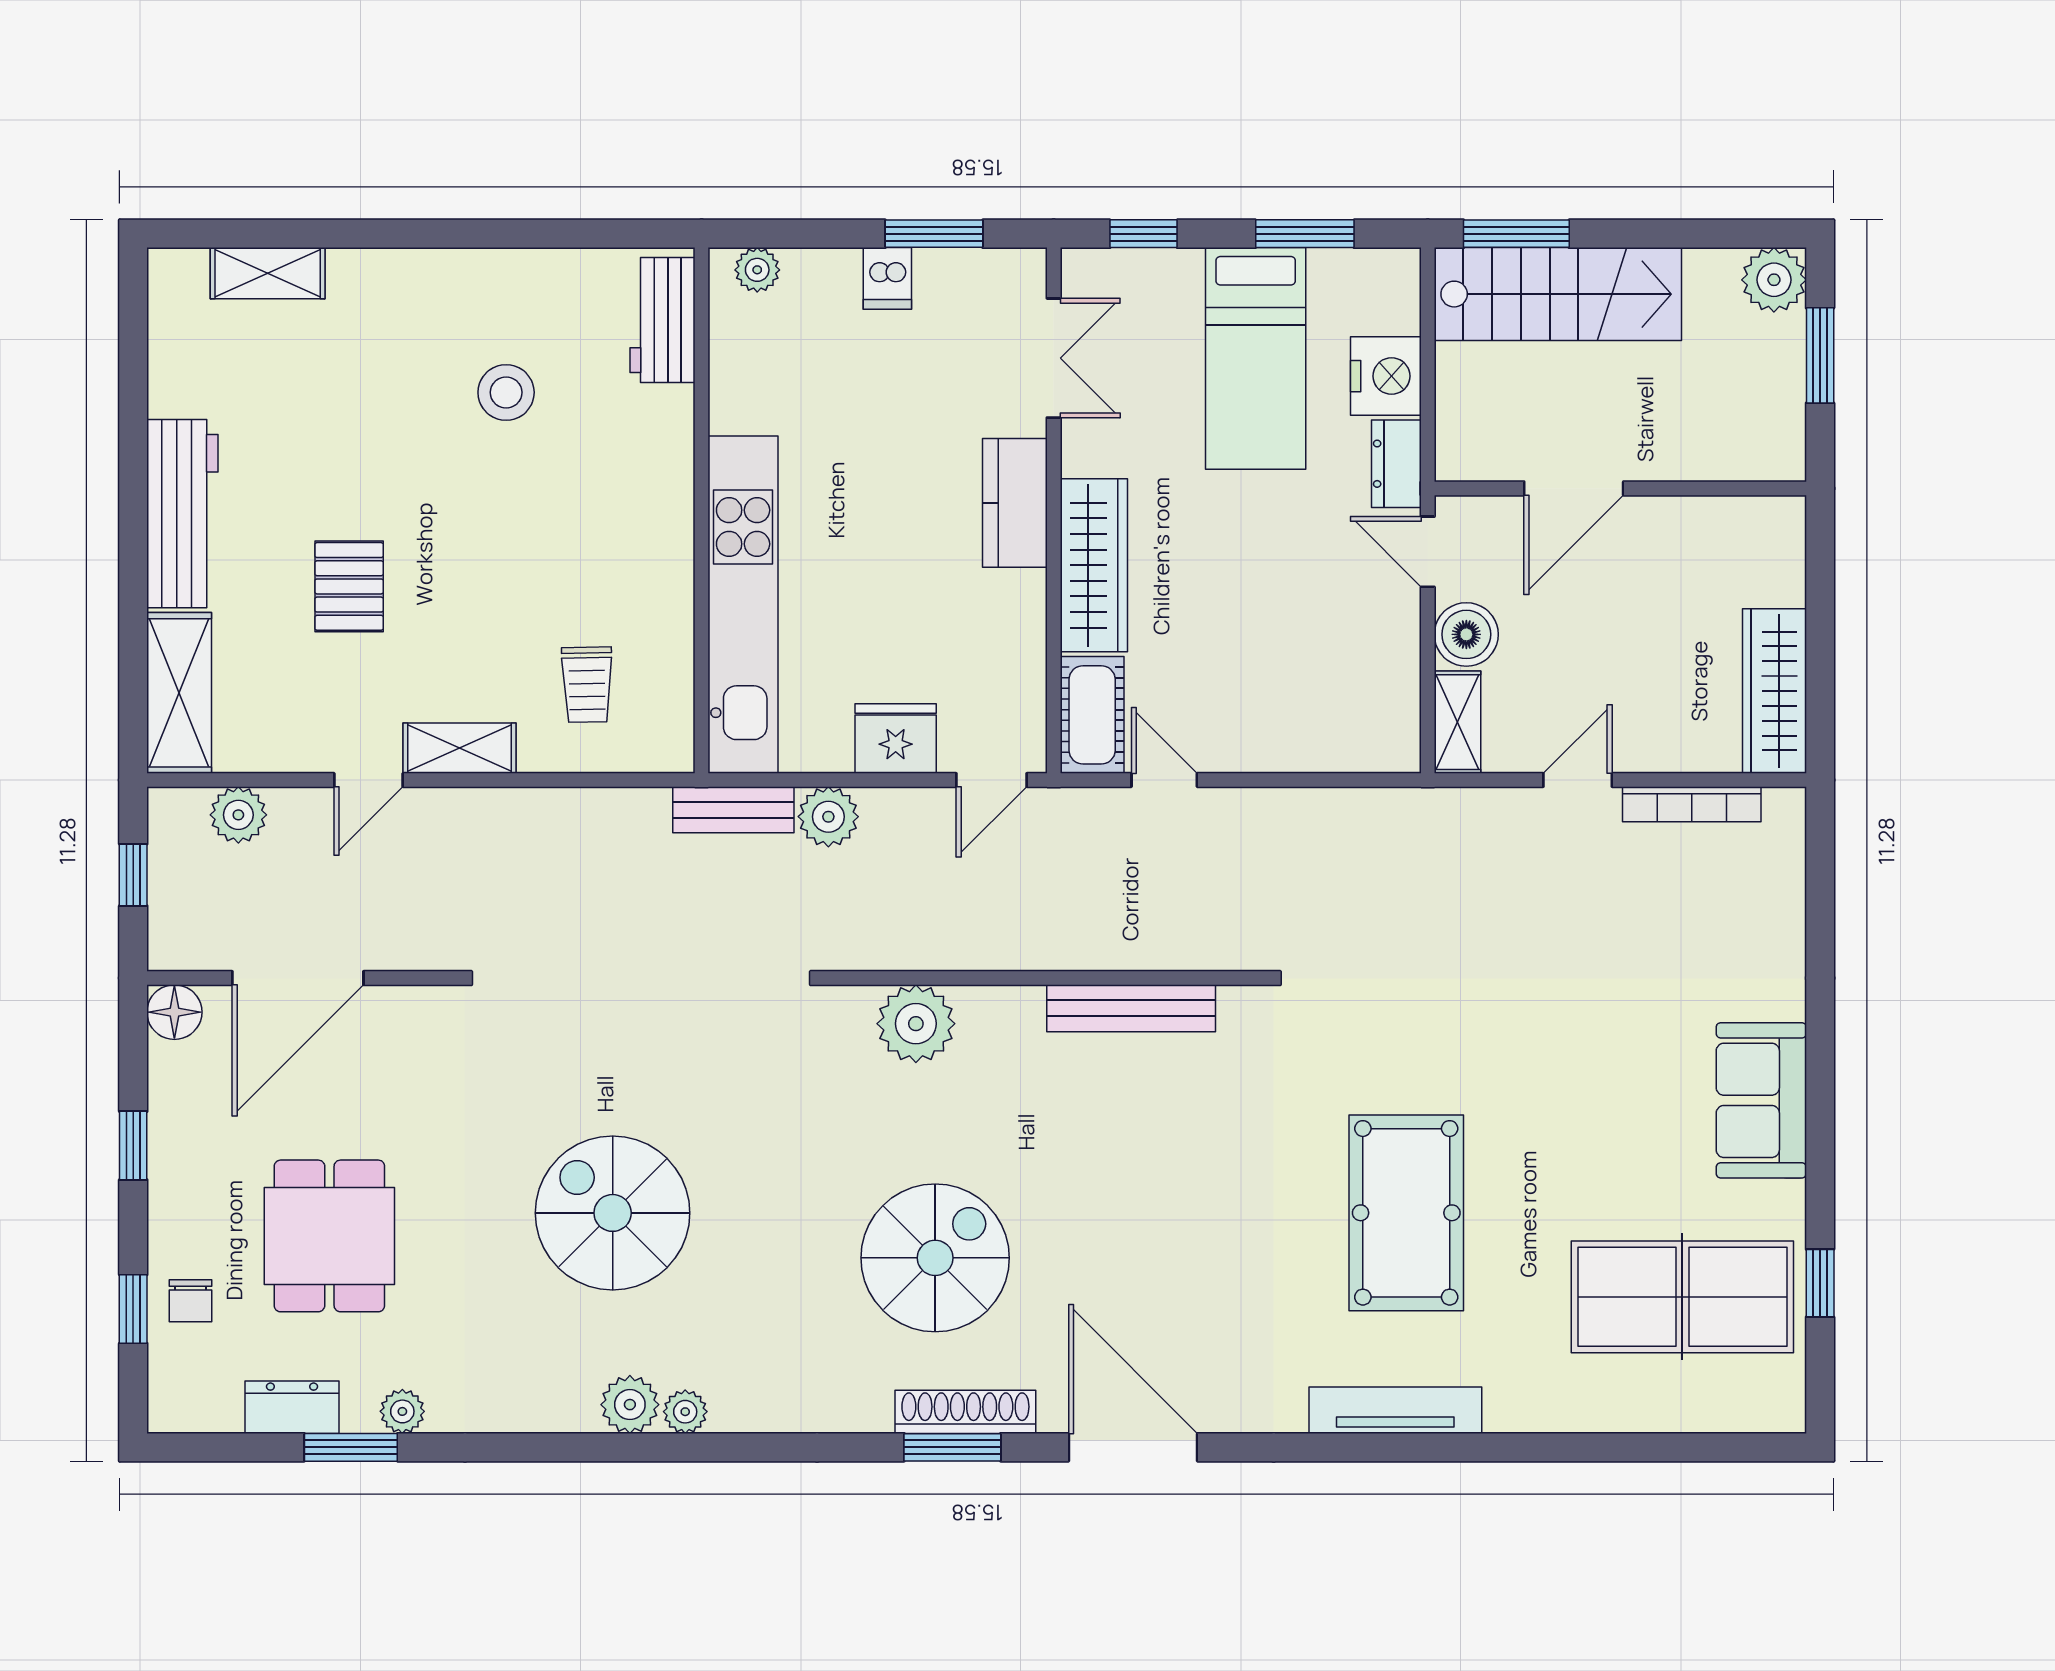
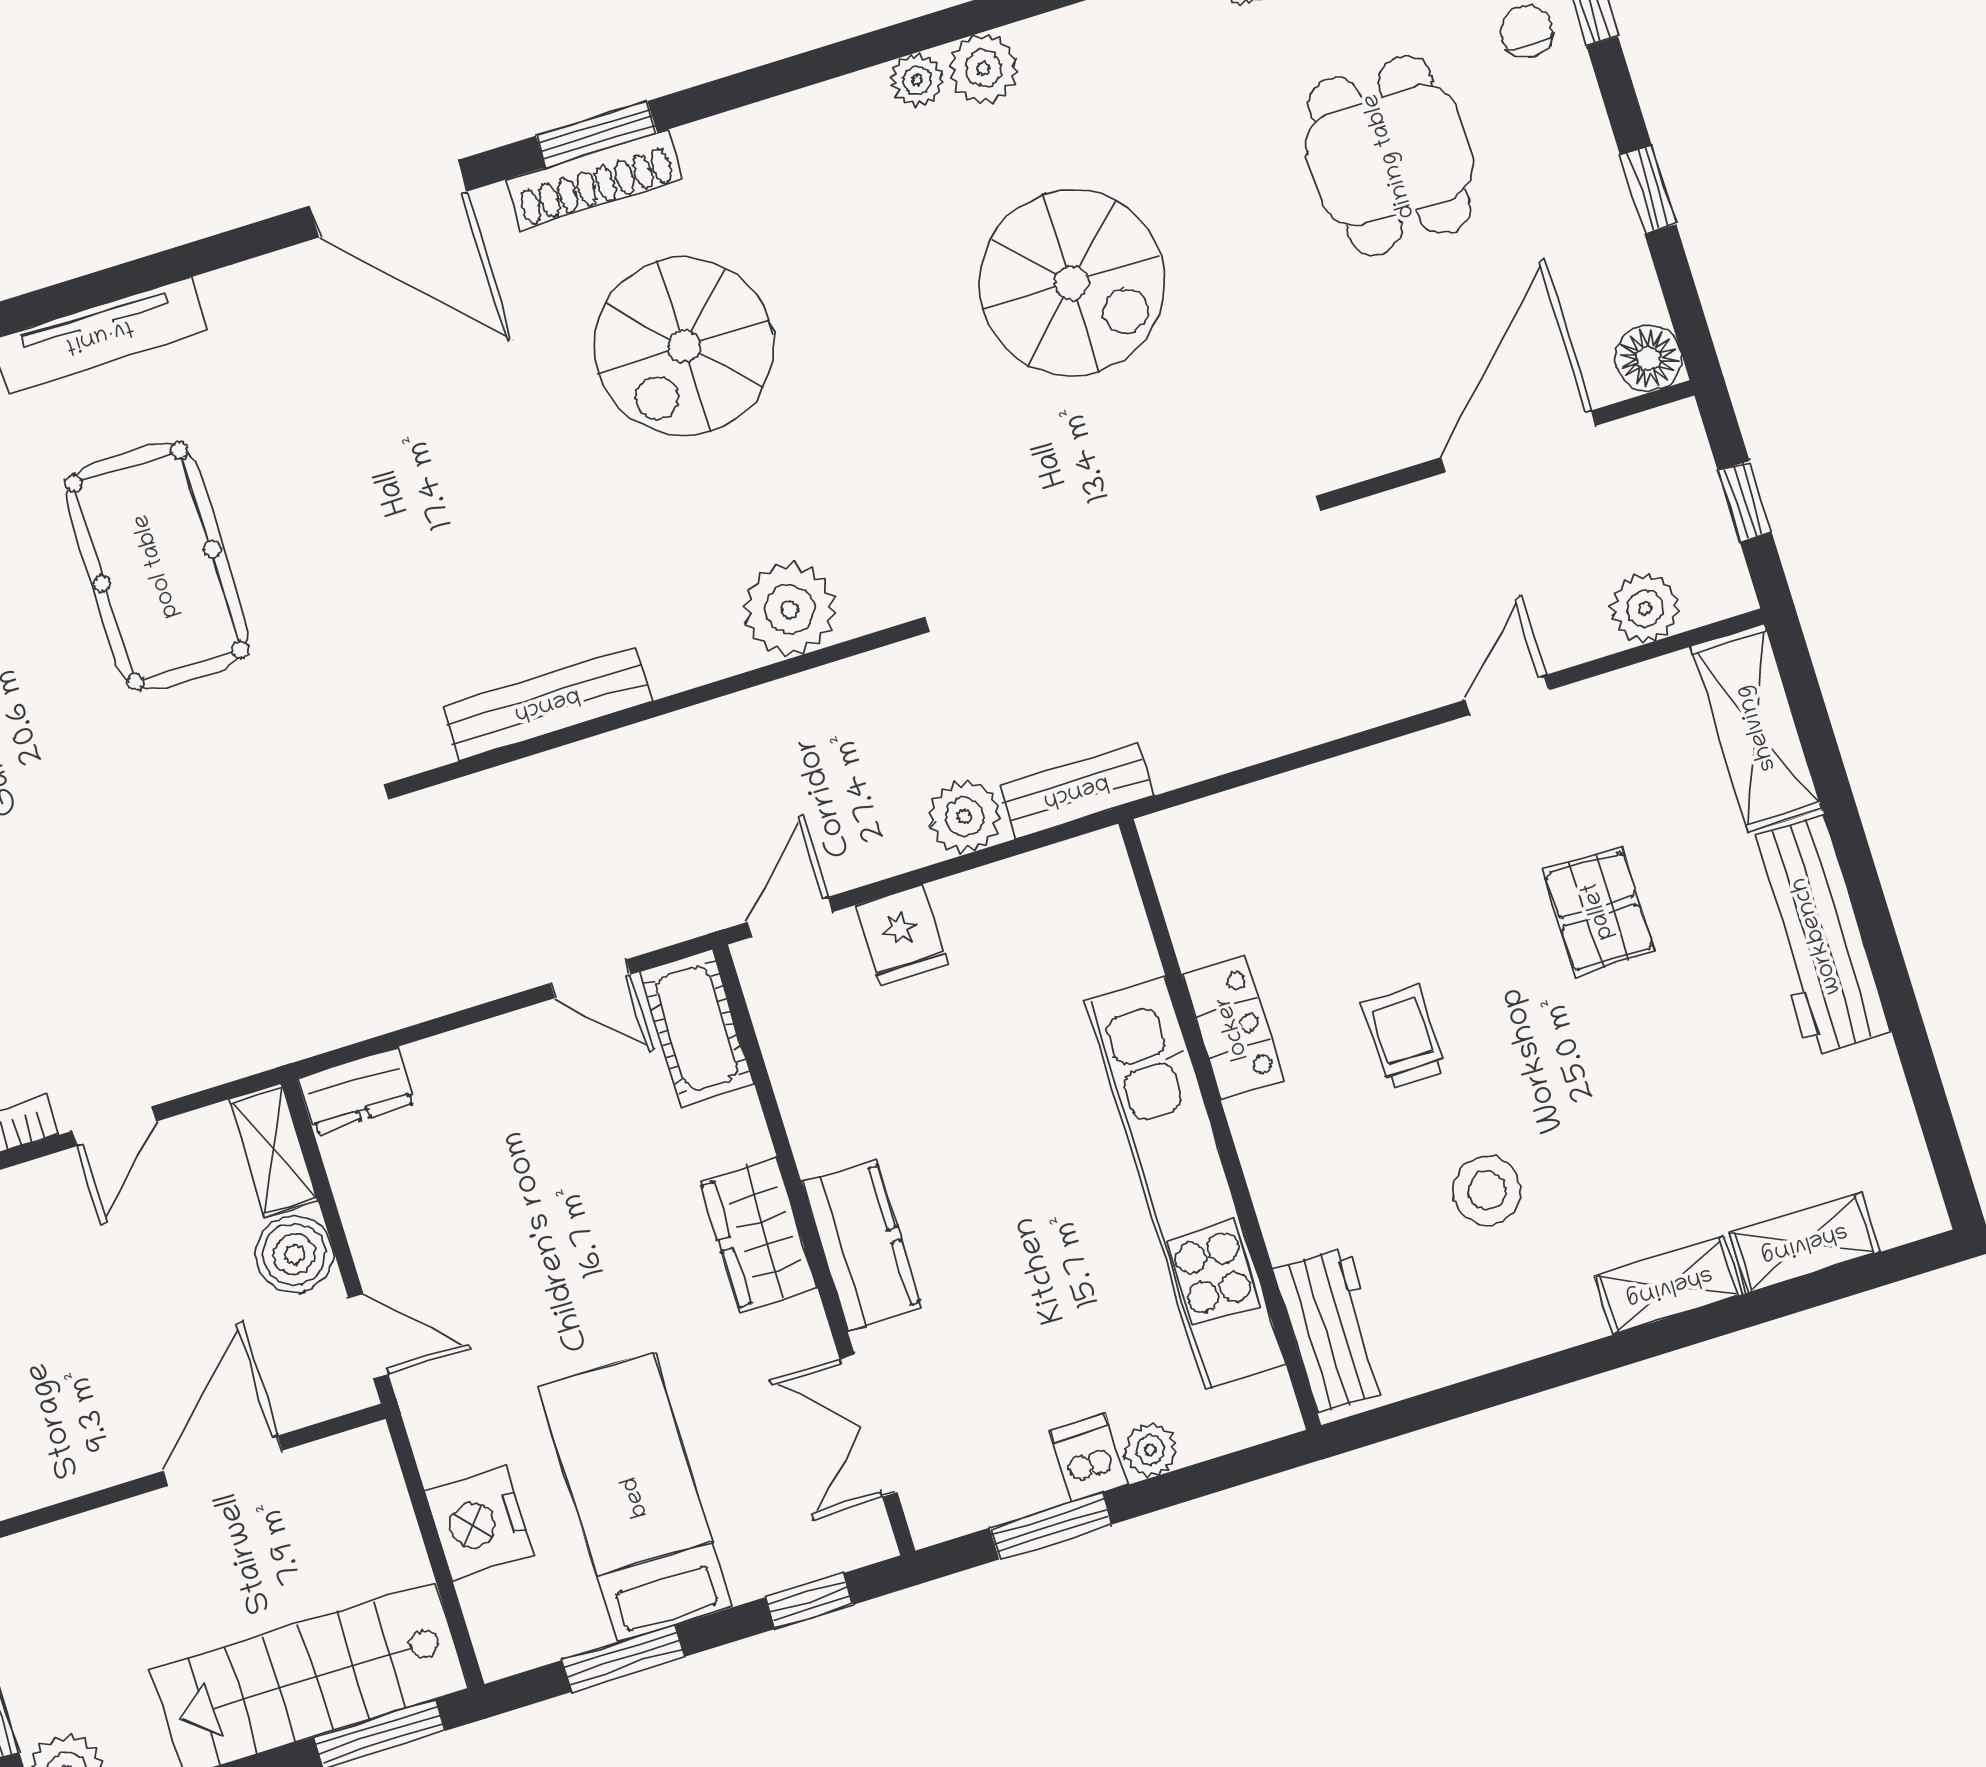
plant: (757, 270) -> (1150, 1450), moved
dresser: (1396, 464) -> (356, 1091), moved, turned 90
wardrobe: (1094, 565) -> (759, 1234), width x0.67
locker: (667, 584) -> (1233, 1028), added
kitchen unit: (743, 605) -> (1186, 1183), moved
trolley: (587, 685) -> (1404, 1037), moved
fridge: (896, 739) -> (902, 935), width x0.72
shelving: (459, 748) -> (1669, 1286), moved

